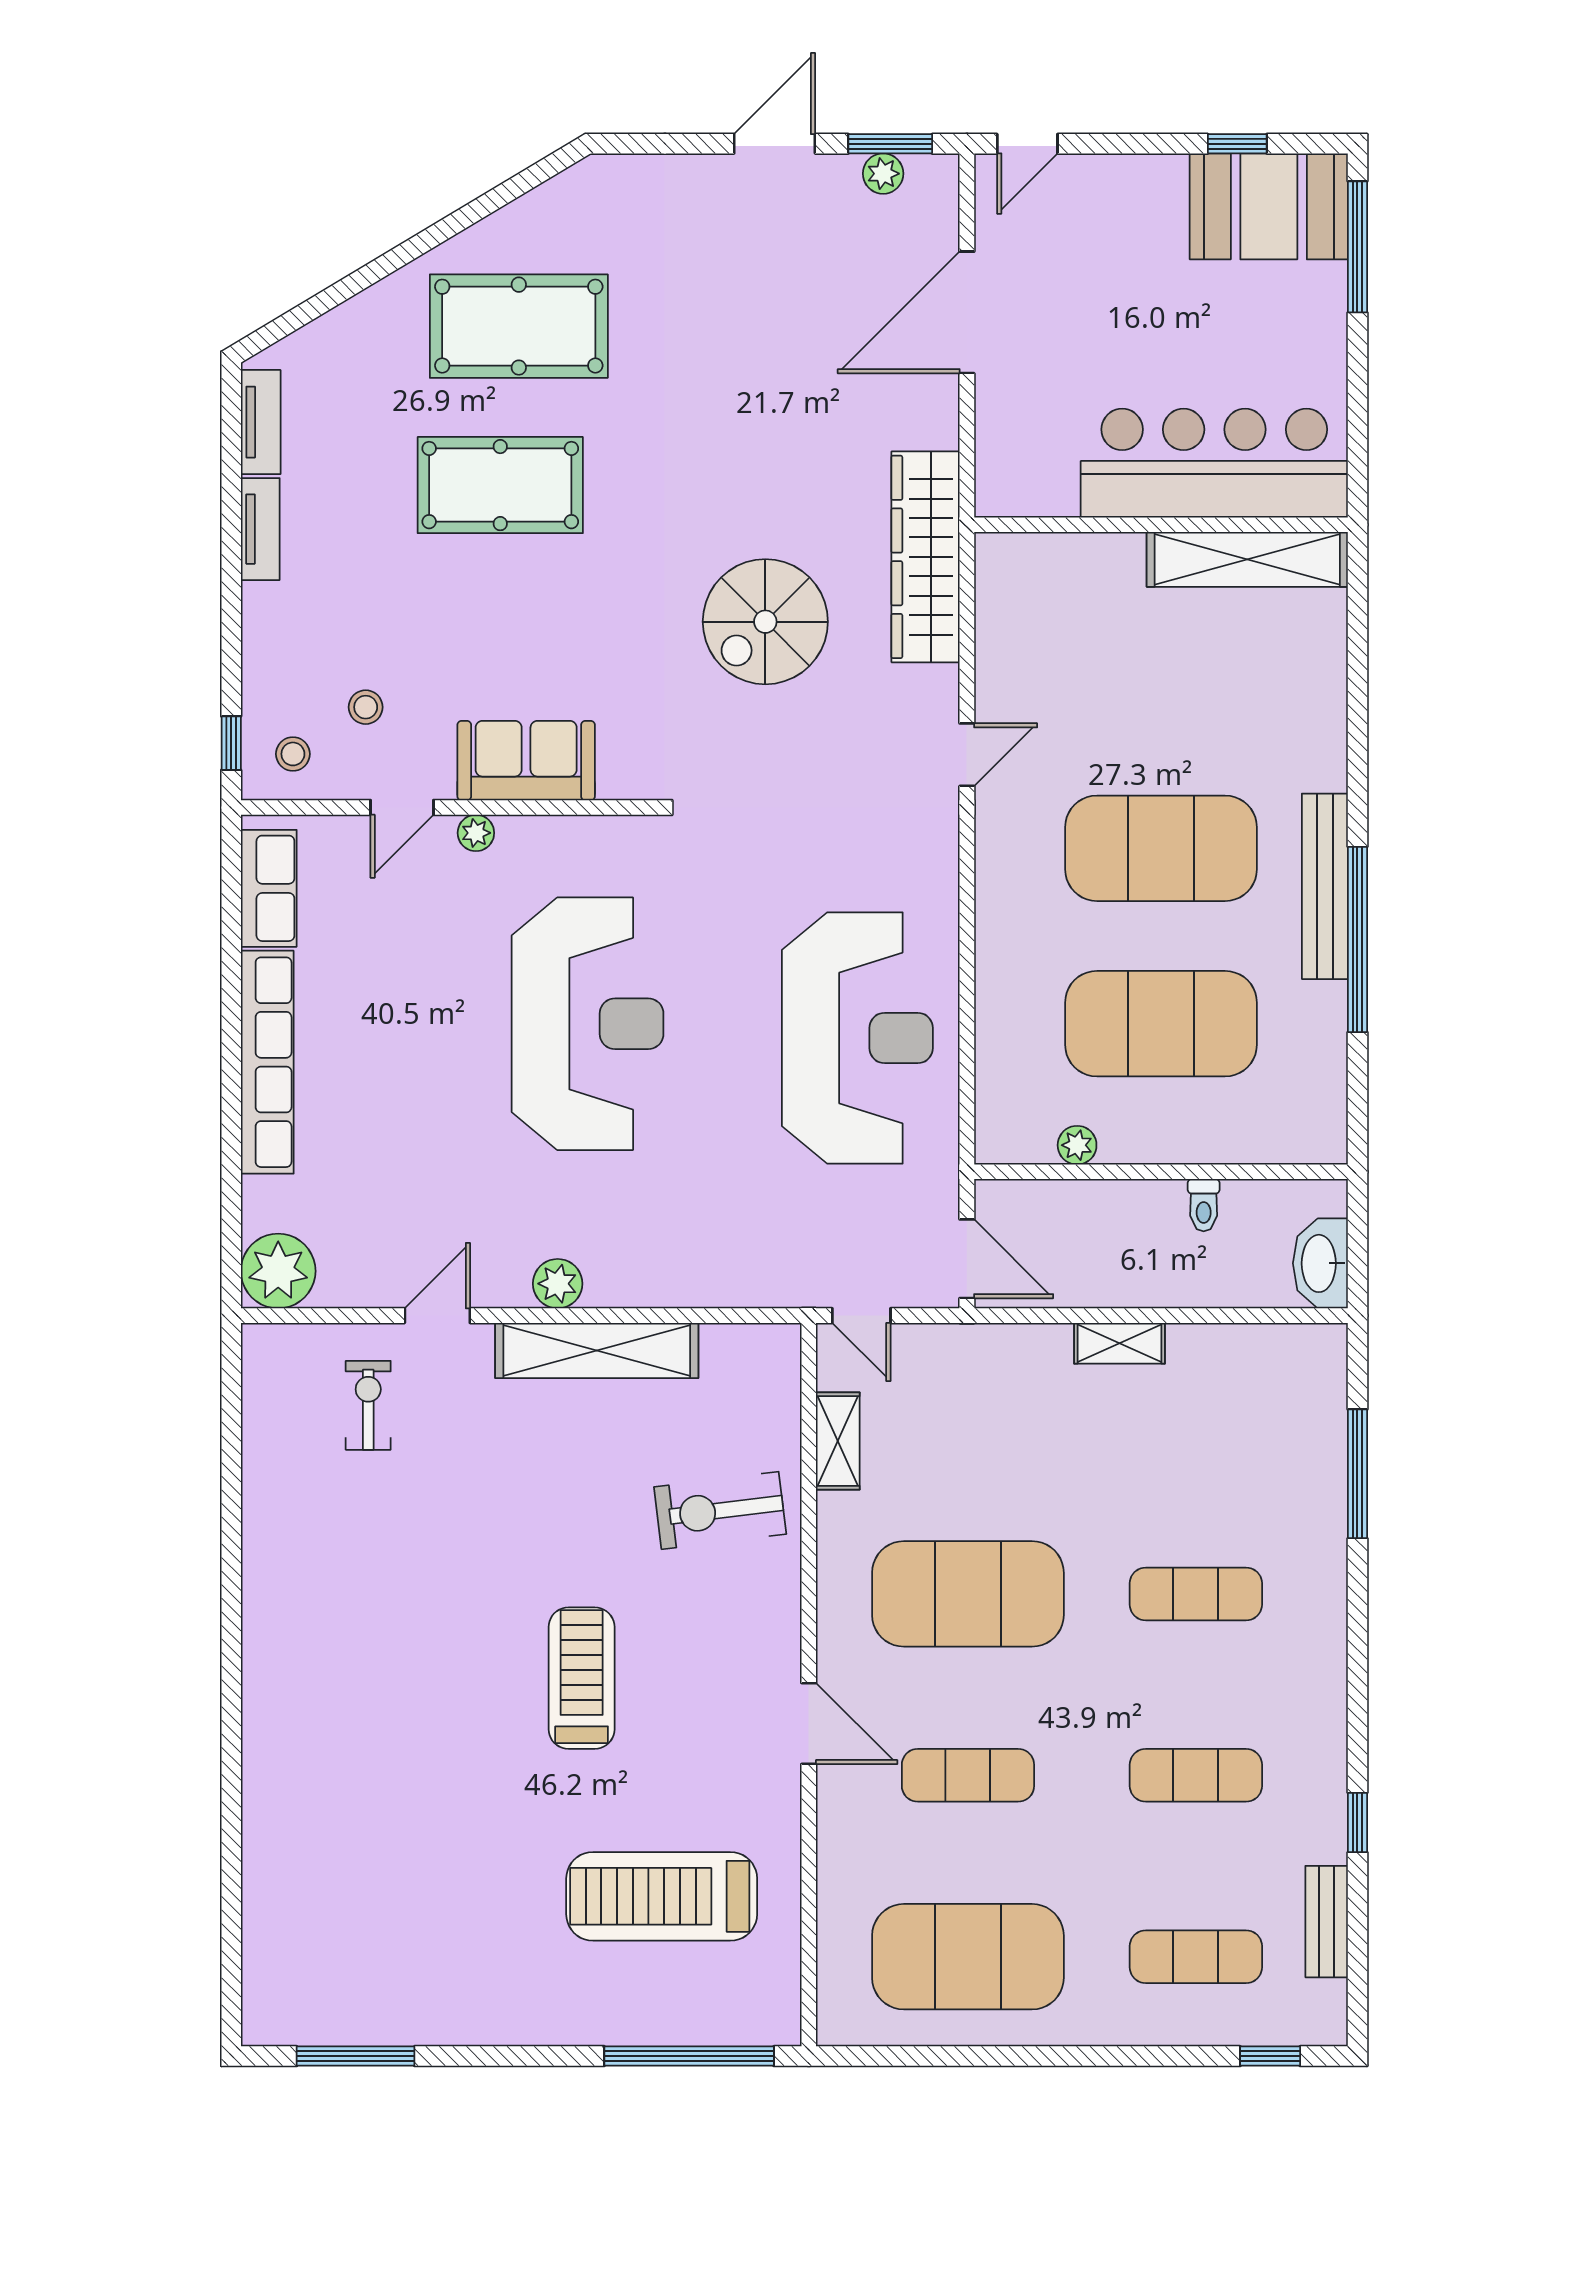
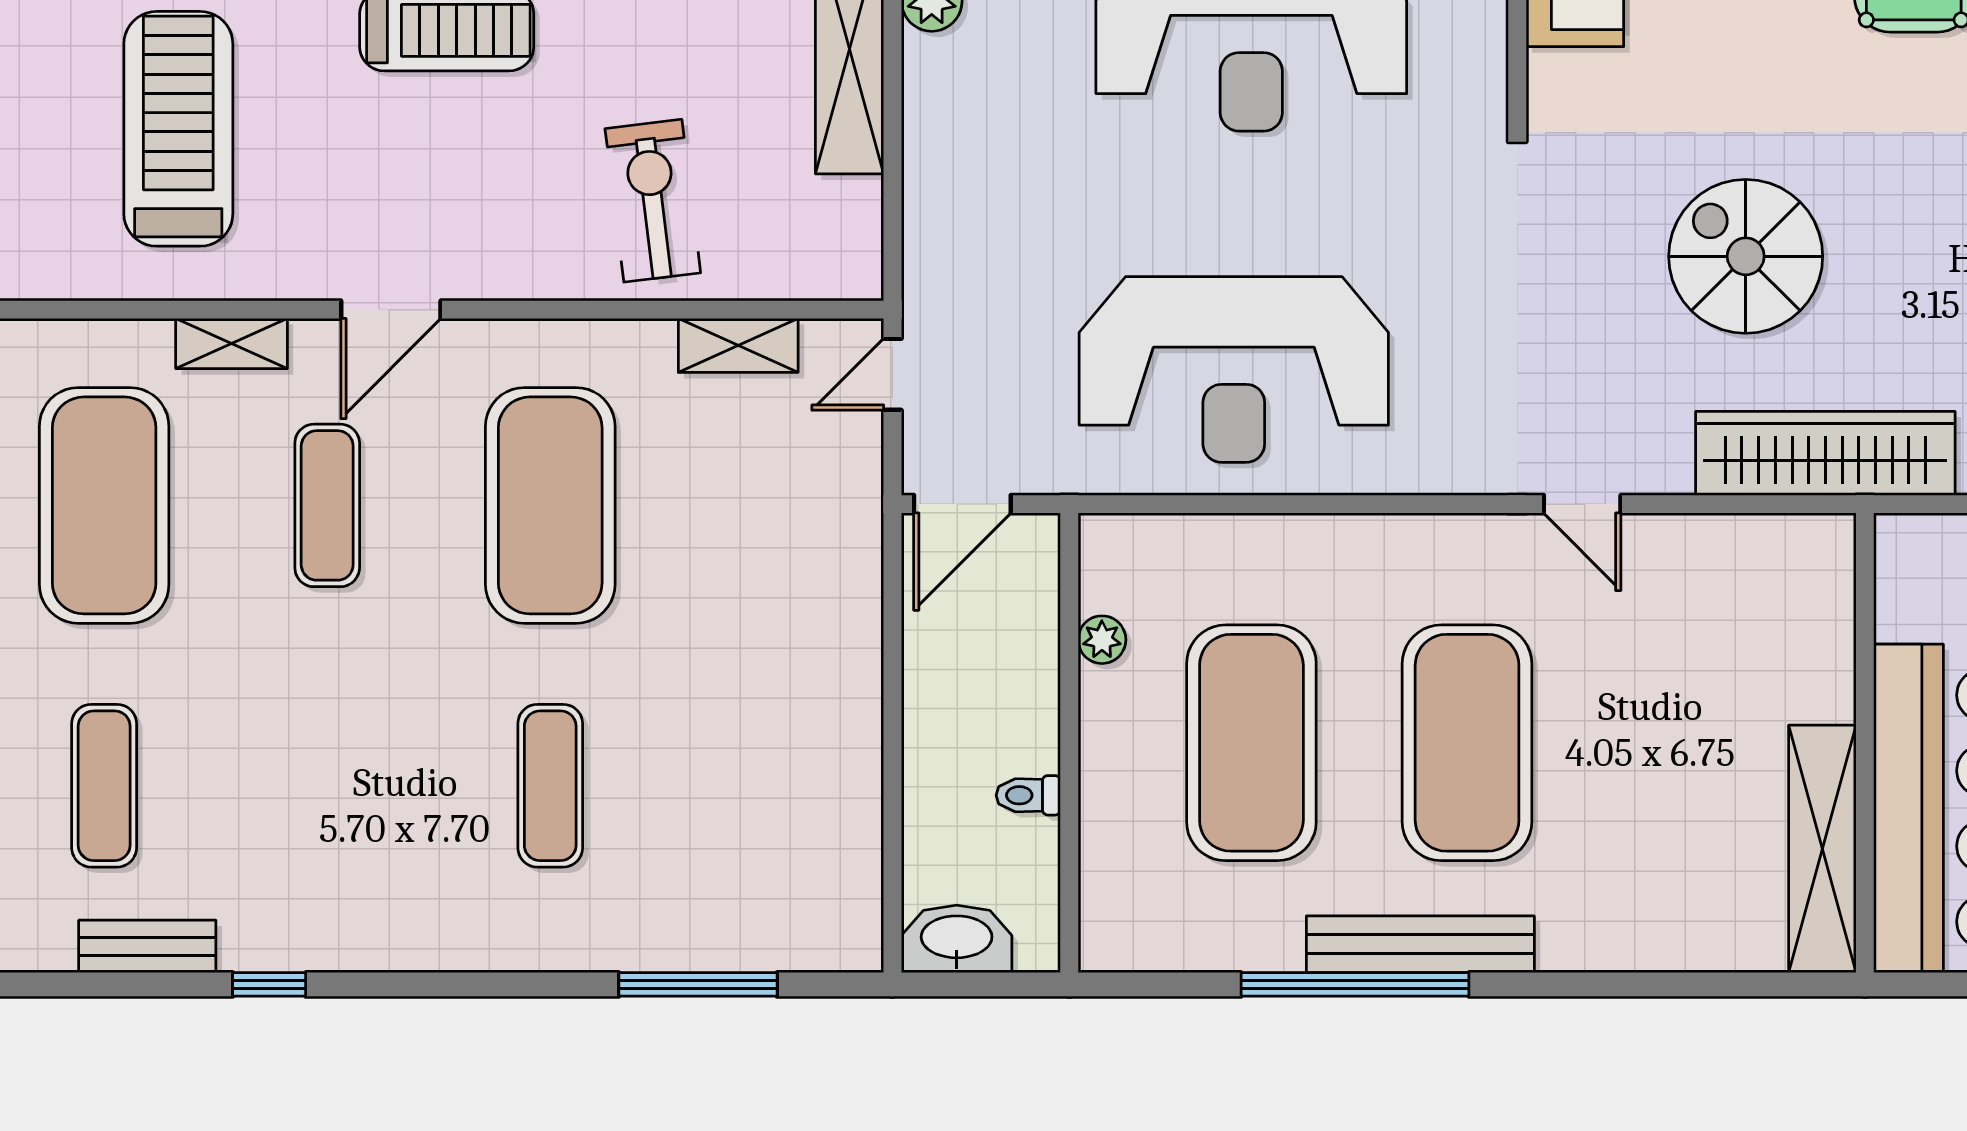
shelving: (1120, 1343) -> (231, 344), moved, turned 90
exercise mat: (1196, 1775) -> (327, 786), removed

